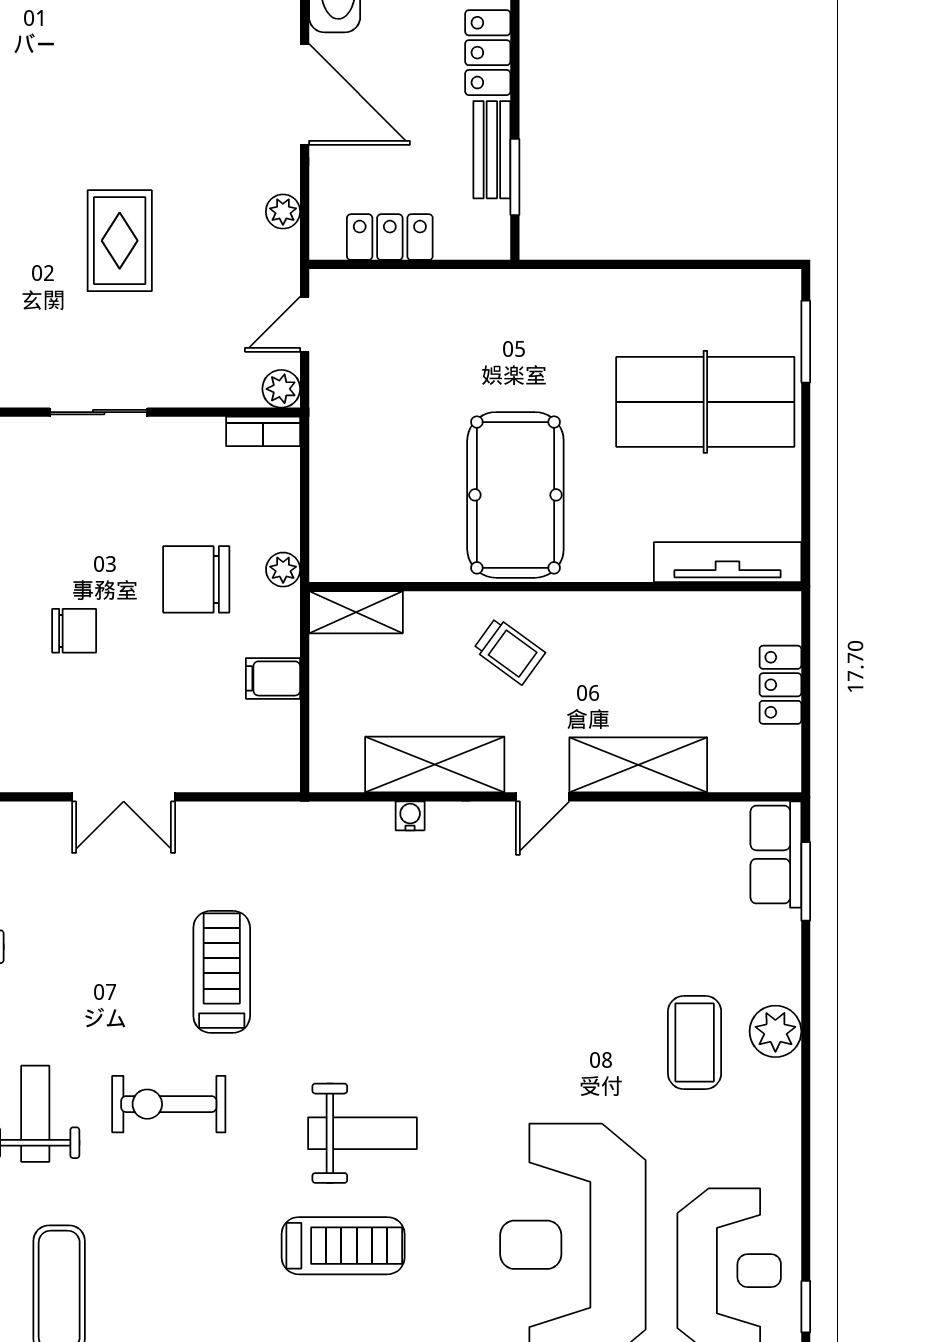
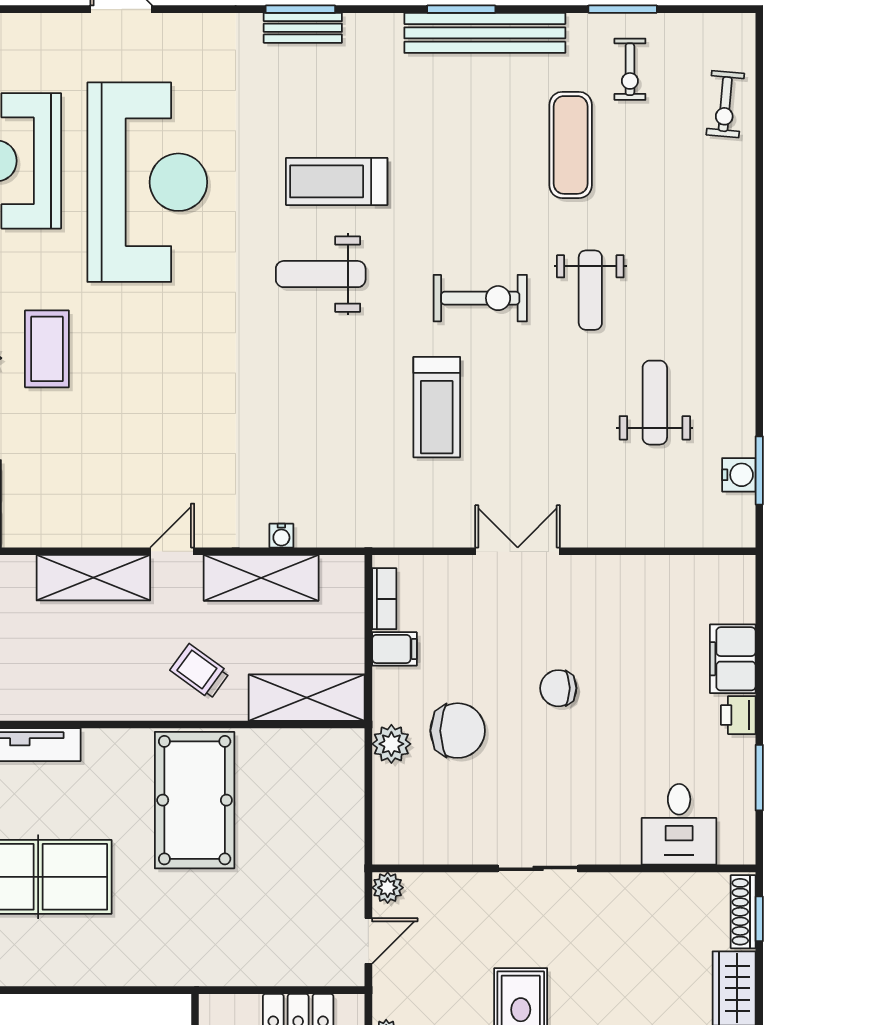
bookcase: (263, 431) -> (384, 599), moved, turned 90
plant: (283, 570) -> (391, 744), width x1.38, depth x1.38
shelving: (356, 612) -> (307, 698), width x1.50, depth x1.33

